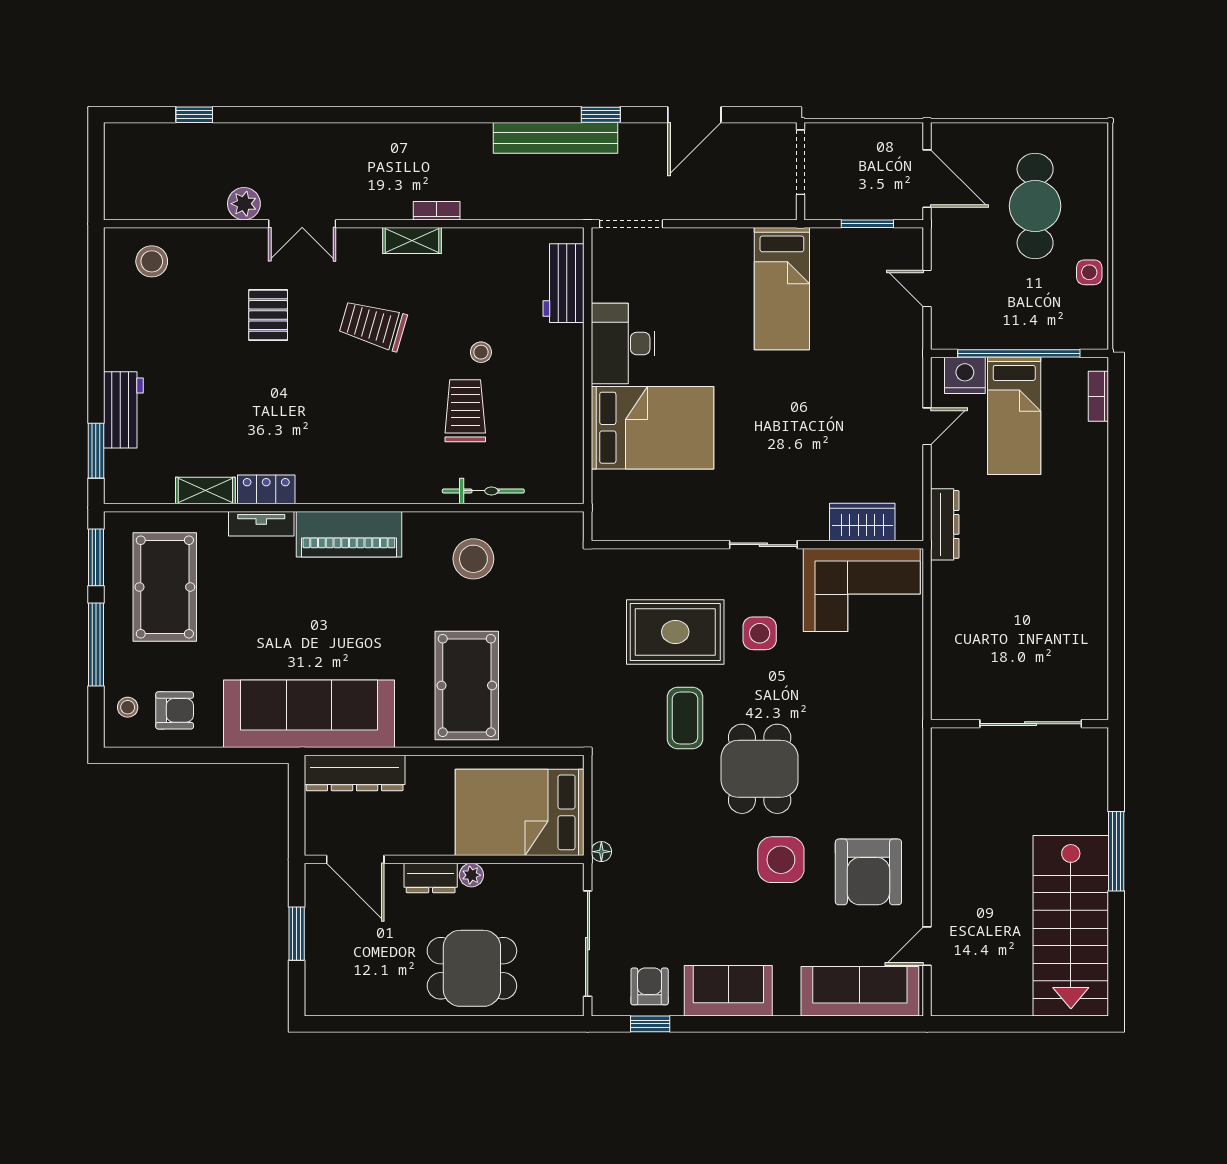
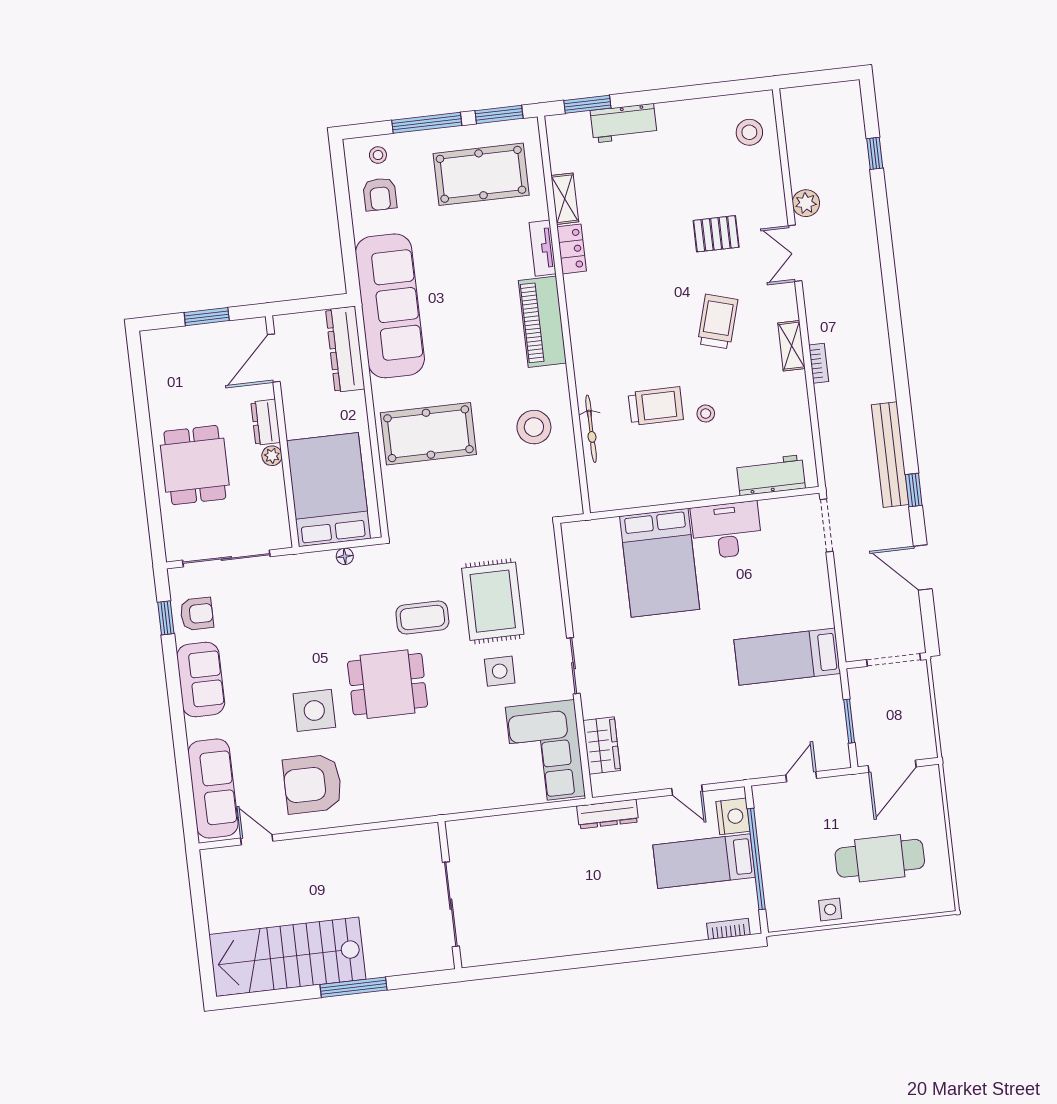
floor lamp: (601, 852) -> (345, 556), moved

